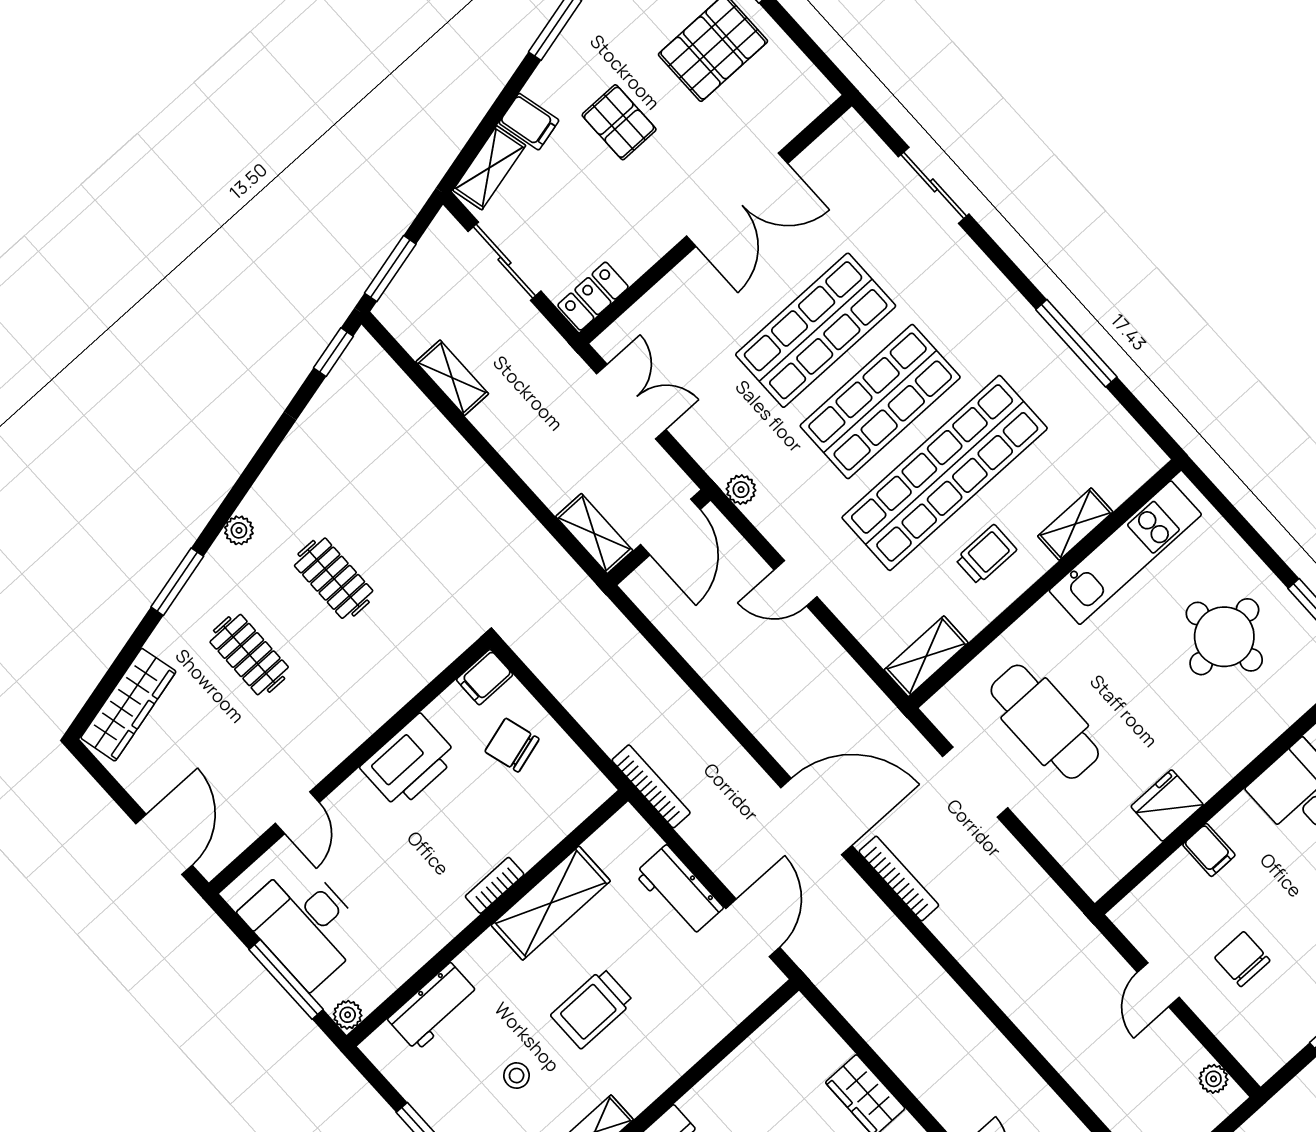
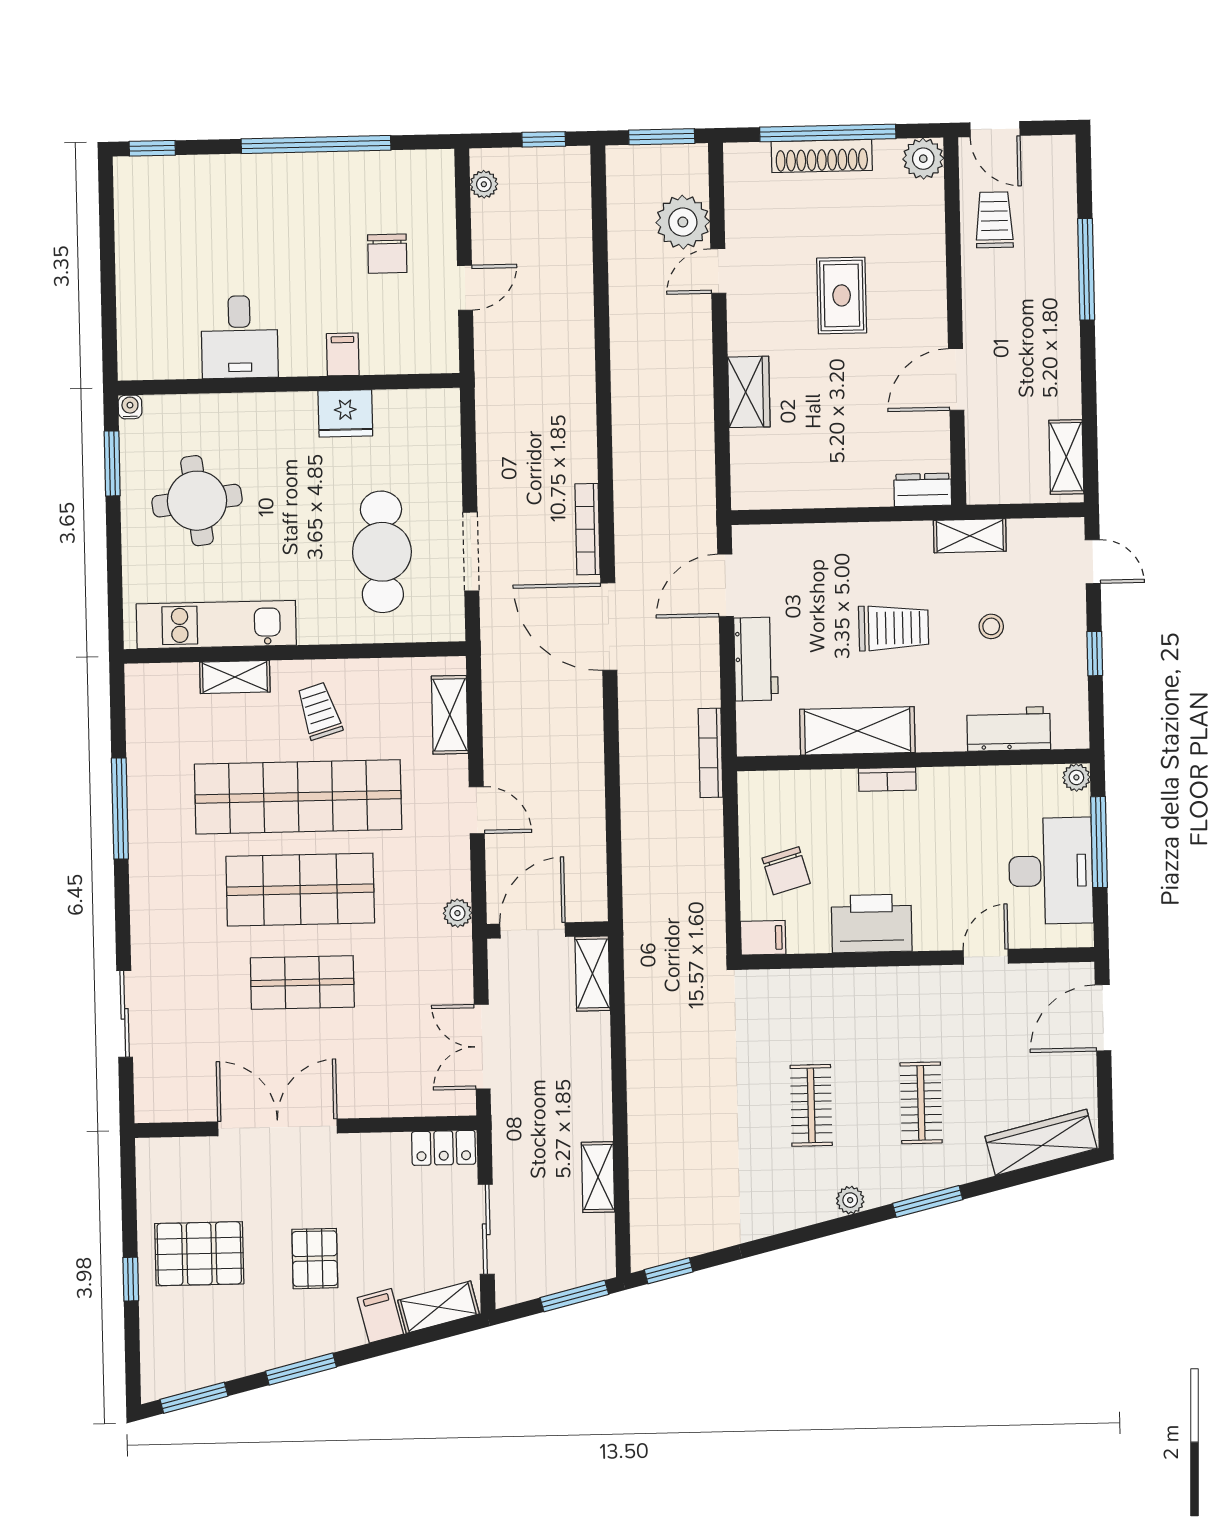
shop shelf: (816, 330) -> (302, 982), width x0.70, depth x0.74
trolley: (986, 554) -> (319, 711), turned 73
shelving: (926, 656) -> (450, 715), moved, turned 90

